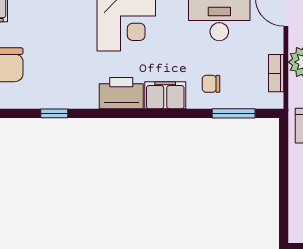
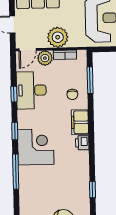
plant: (271, 40) -> (45, 58), added
printer: (121, 93) -> (82, 143), width x0.53, depth x0.68

